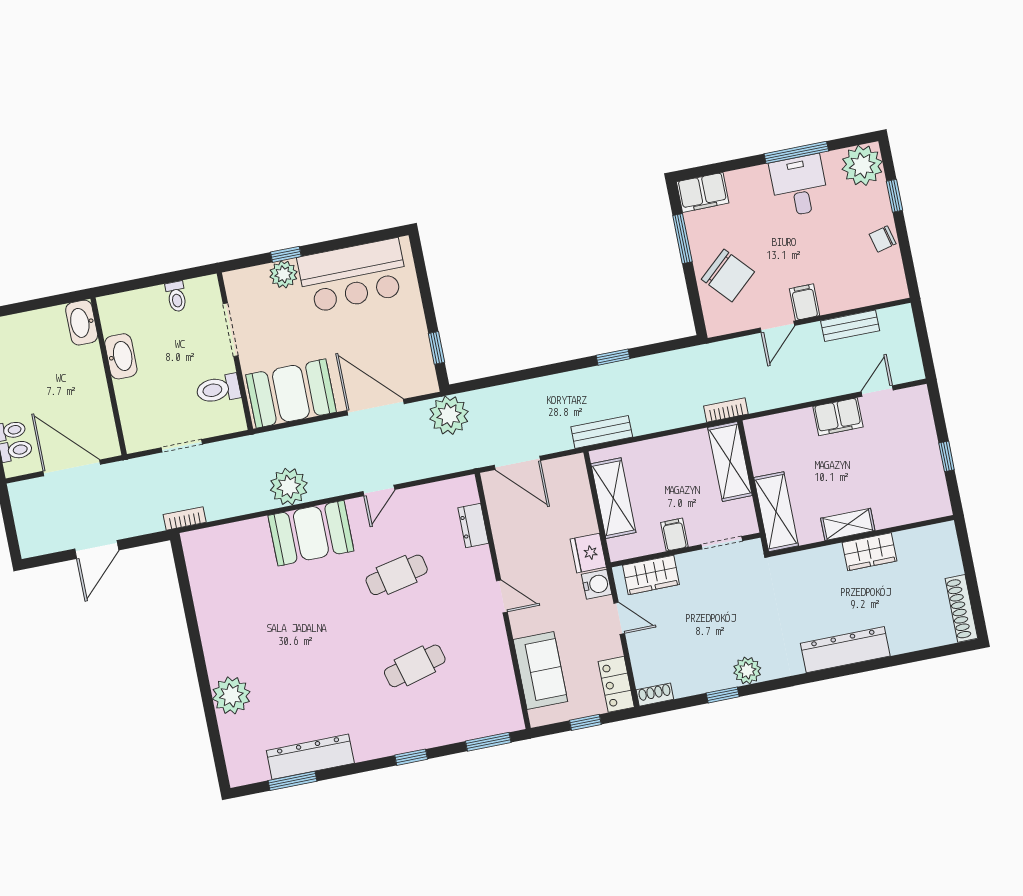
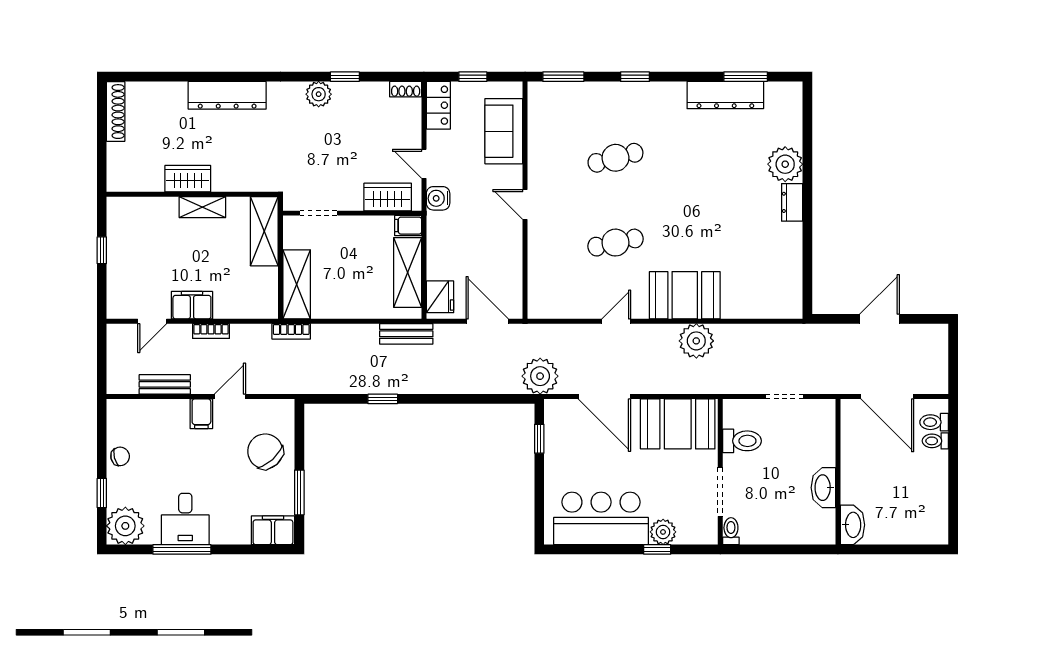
toilet: (176, 297) -> (731, 531), moved
bookcase: (185, 518) -> (211, 331), moved
dresser: (473, 525) -> (792, 202), moved, turned 180
filing cabinet: (674, 535) -> (408, 226), moved, turned 90
fridge: (588, 553) -> (440, 297), moved

